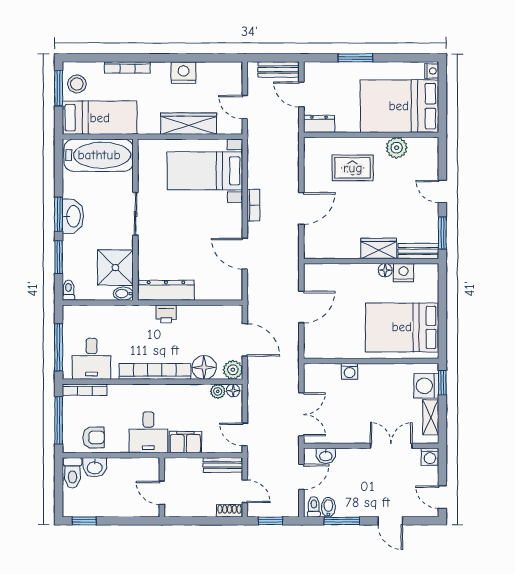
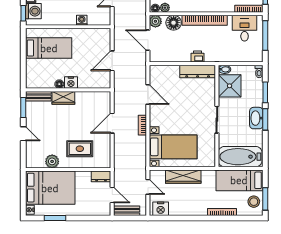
window: (355, 58) -> (55, 218), moved
nightstand: (183, 73) -> (161, 209), moved
nightstand: (404, 273) -> (71, 83), moved
bed: (402, 327) -> (49, 48), width x0.67

